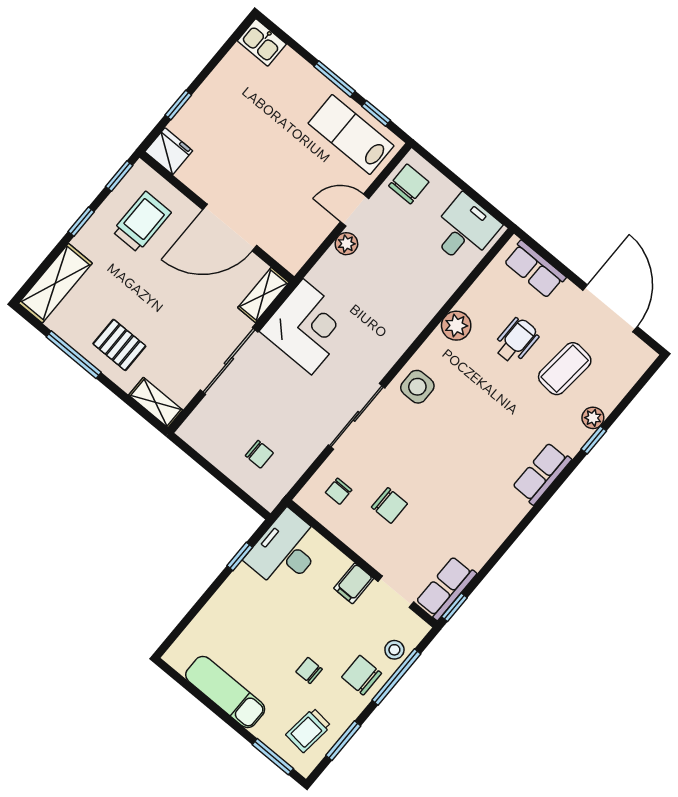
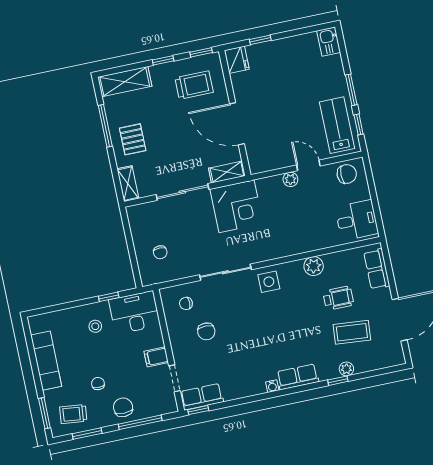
water cooler: (520, 509) -> (272, 386), added
stool: (394, 650) -> (95, 326), moved

